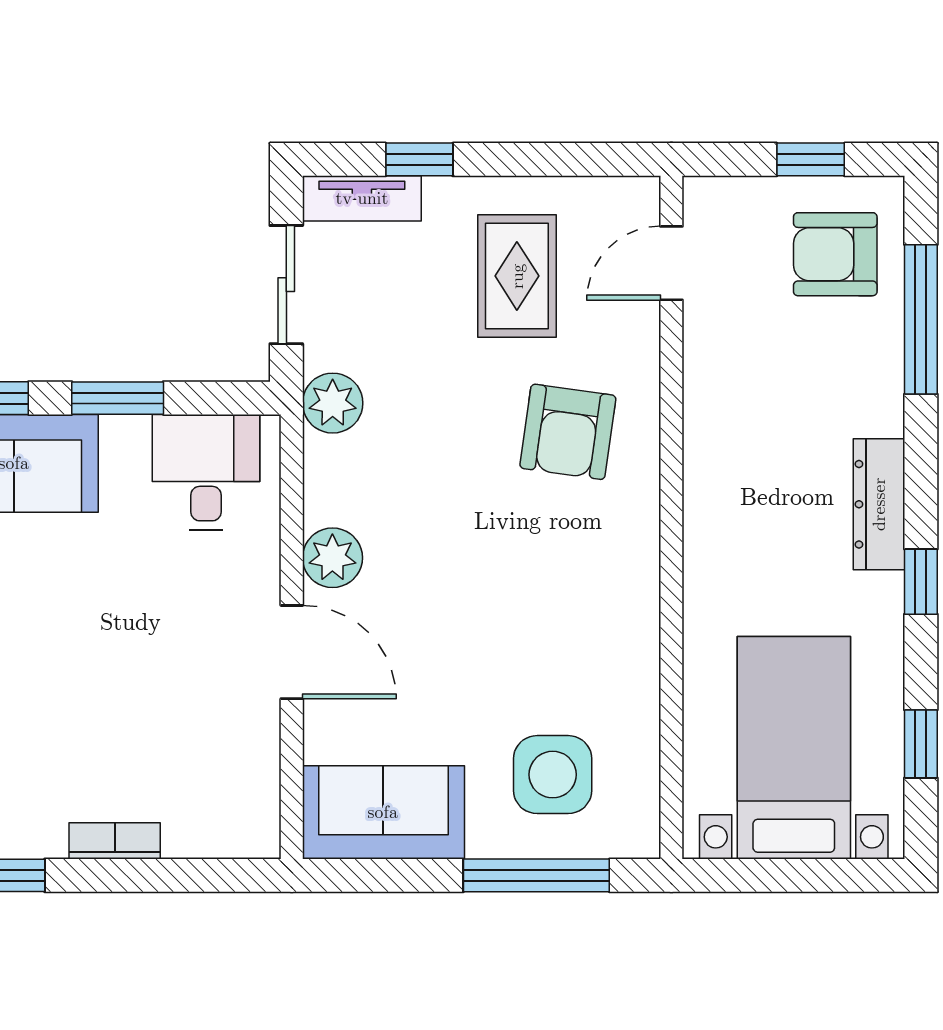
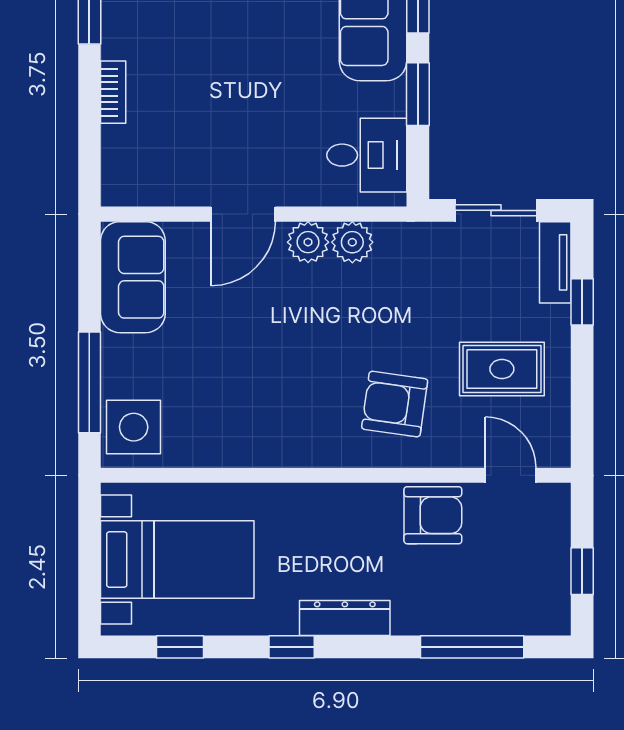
armchair: (835, 254) -> (433, 515), moved, turned 90
plant: (333, 403) -> (352, 242), moved
side table: (553, 775) -> (134, 427), moved

